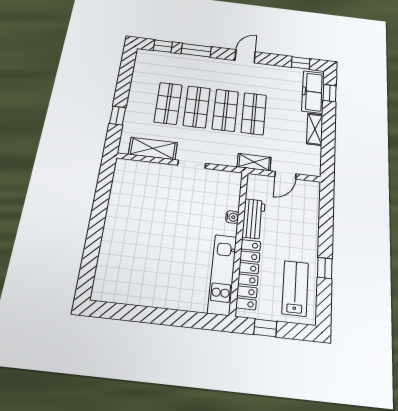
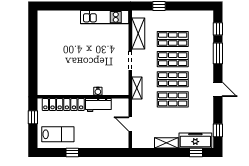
shelving: (254, 162) -> (137, 88), moved
kitchen unit: (222, 274) -> (105, 17), moved, turned 180

